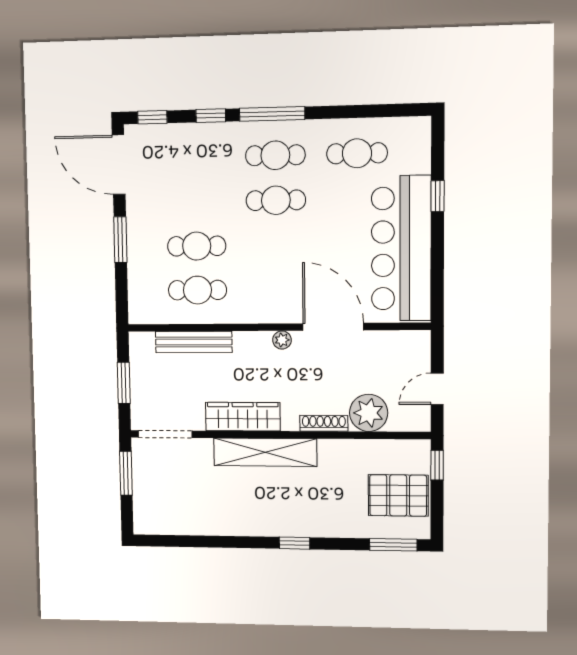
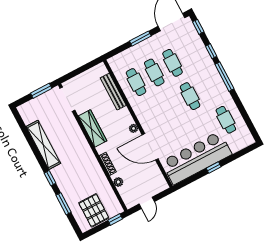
cafe table: (275, 155) -> (173, 63), moved
window: (438, 196) -> (214, 168), moved
door: (333, 327) -> (150, 147), swing flipped
window: (124, 383) -> (80, 70), removed
door: (437, 389) -> (147, 203), swing flipped
plant: (369, 413) -> (118, 182), width x0.53, depth x0.53
shelving: (265, 452) -> (43, 145), moved
window: (393, 545) -> (63, 204), moved

